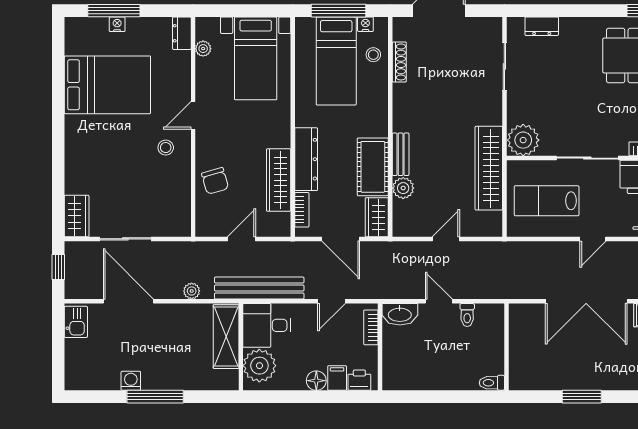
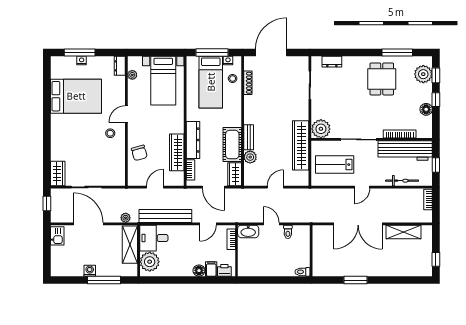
desk: (267, 325) -> (154, 238), moved
shelving: (226, 337) -> (130, 245), moved
wall: (241, 347) -> (139, 251), moved
plant: (259, 366) -> (150, 262), moved

